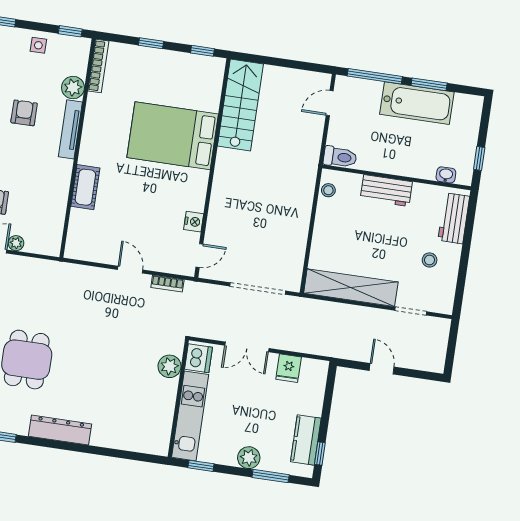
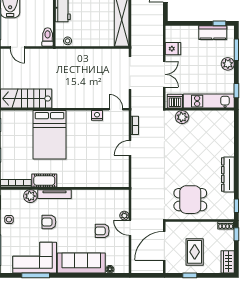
cot: (85, 187) -> (44, 181), moved

